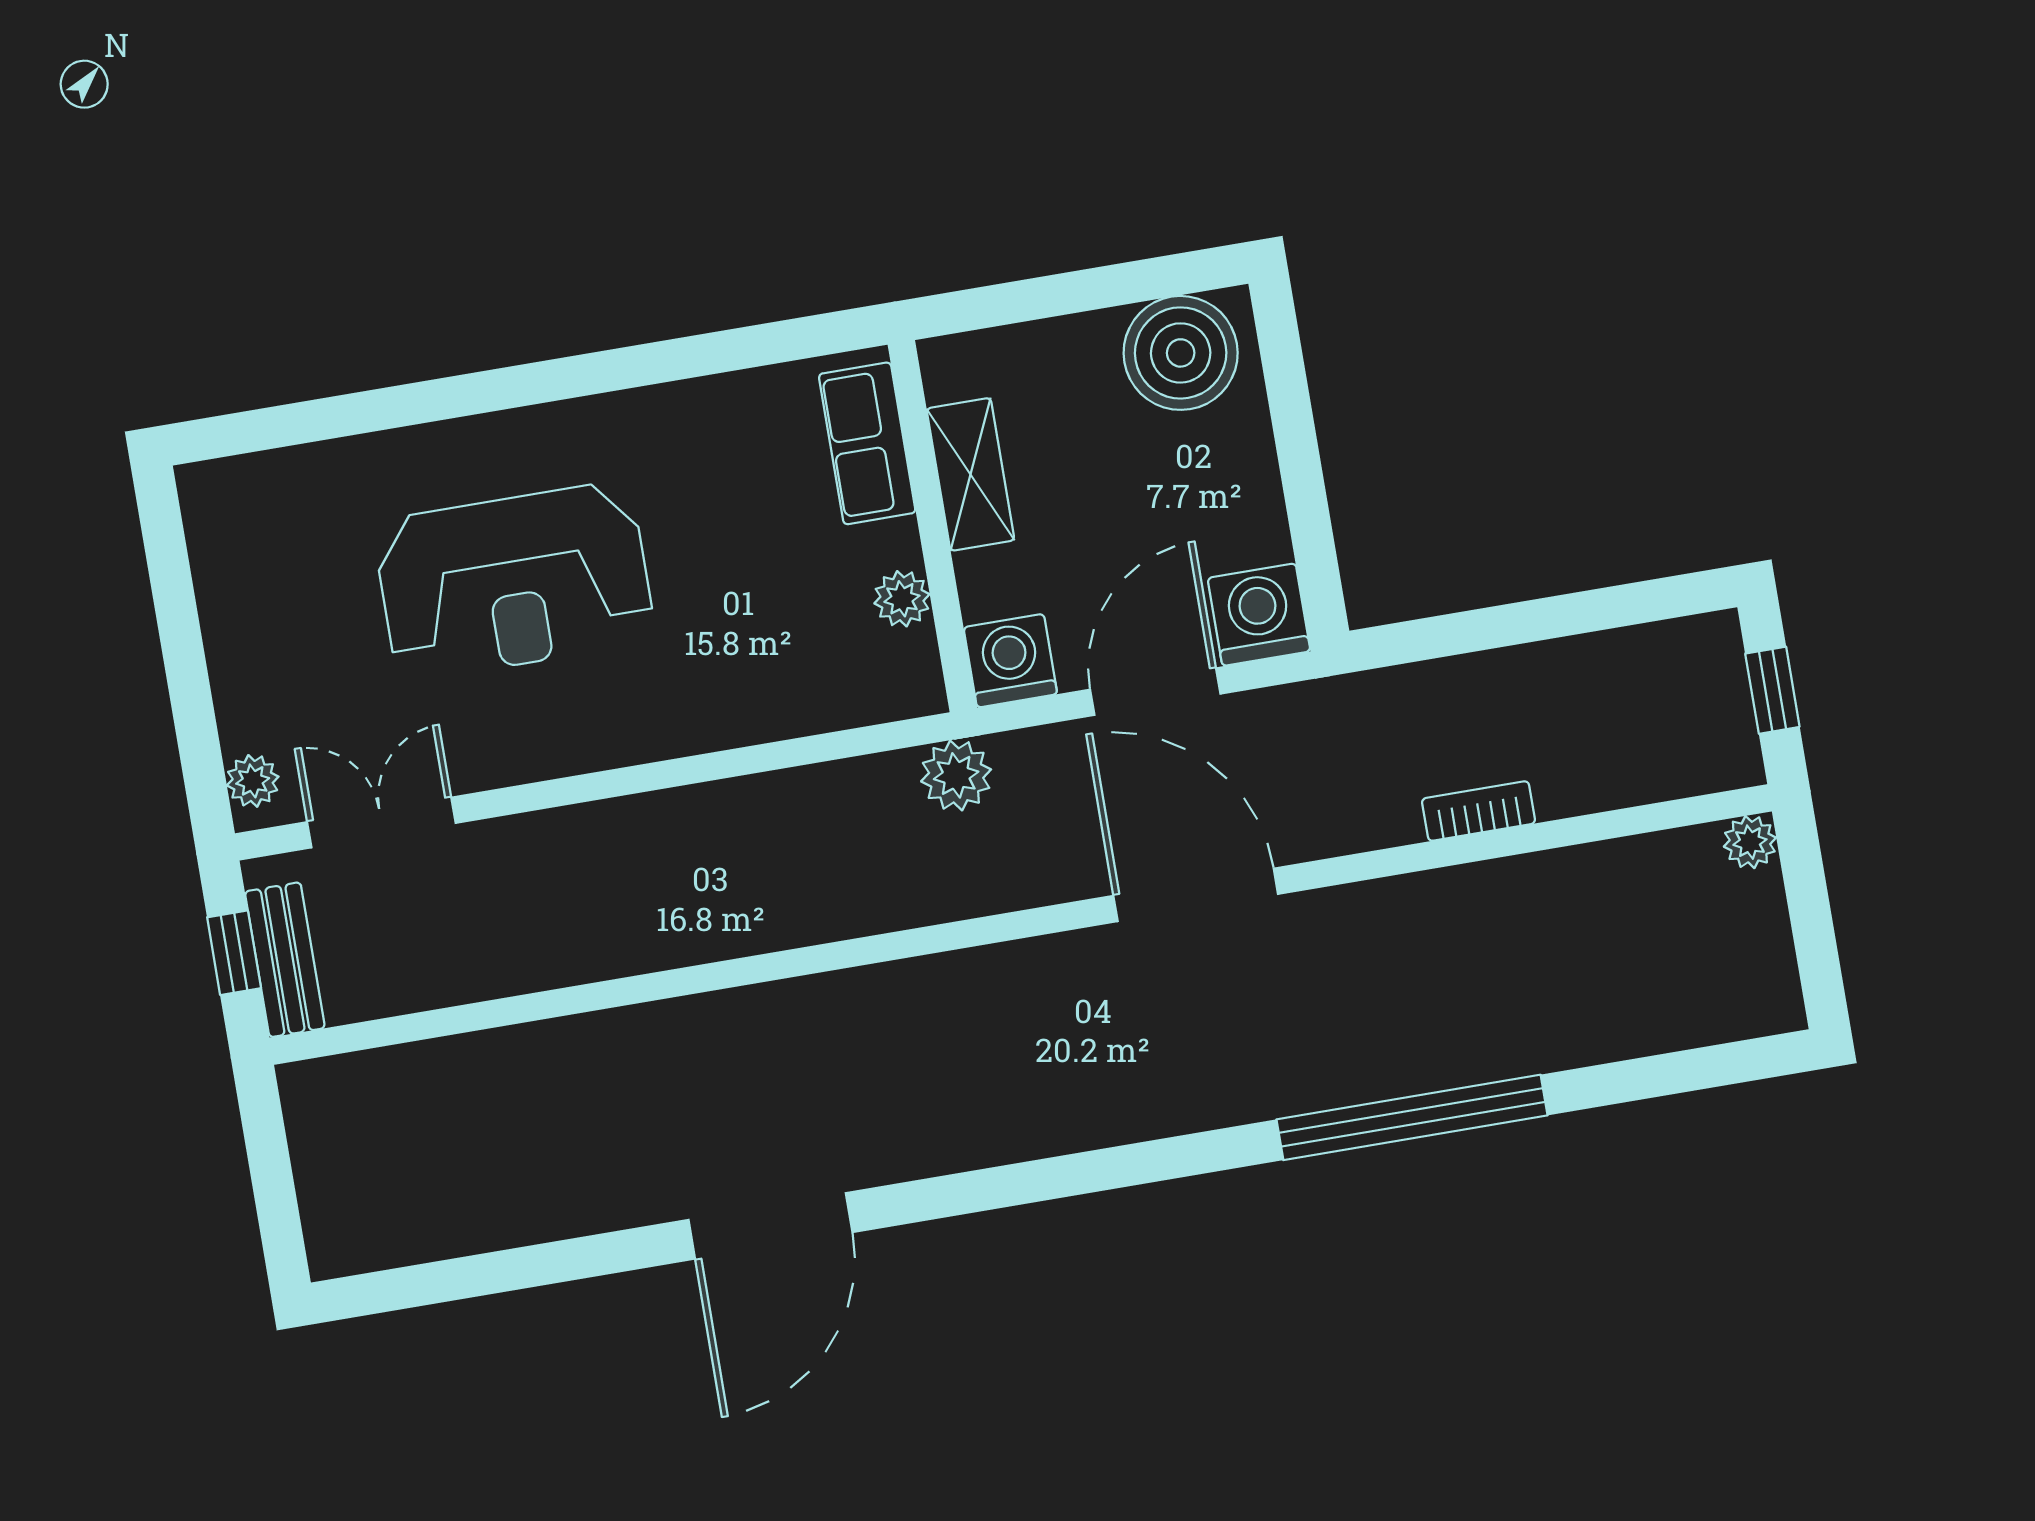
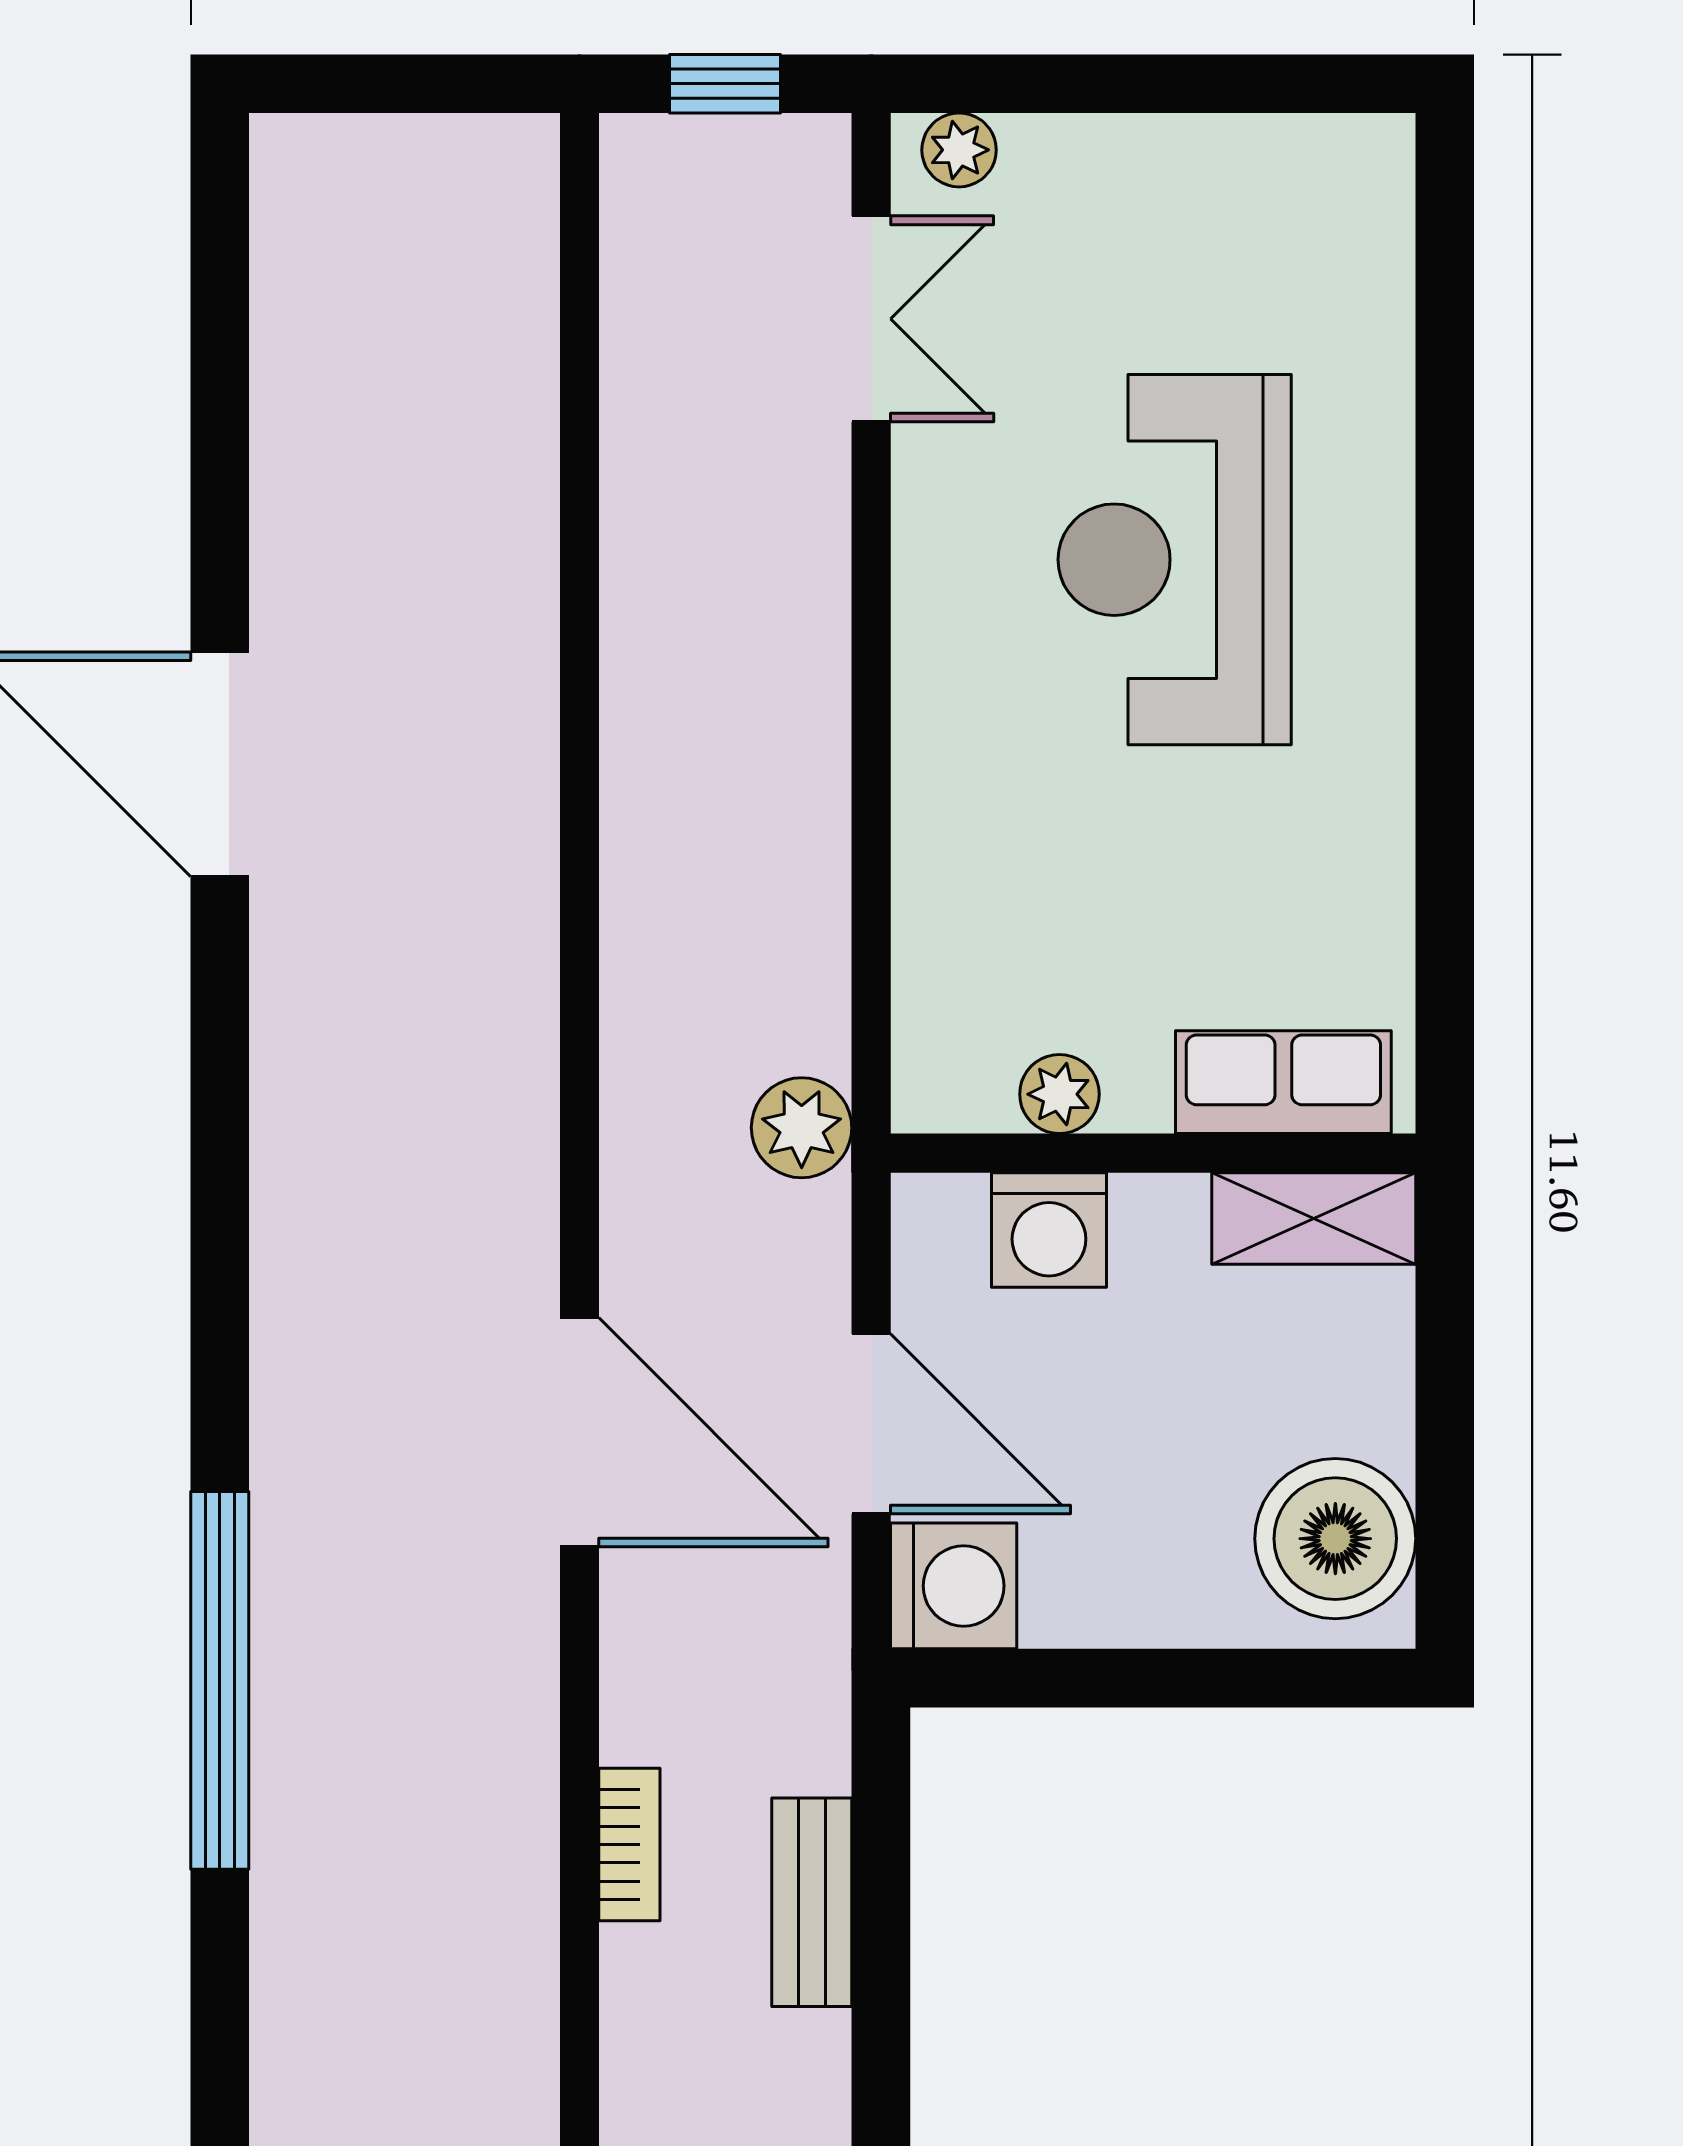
shelving: (971, 474) -> (1314, 1218), moved
washing machine: (1010, 661) -> (1049, 1230), moved, turned 90
door: (1196, 895) -> (579, 1432), hinge flipped
bench: (285, 960) -> (812, 1902), moved, turned 90

